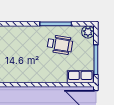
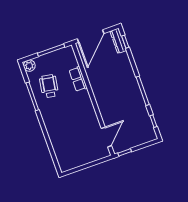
row of seats: (80, 77) -> (78, 79), moved

